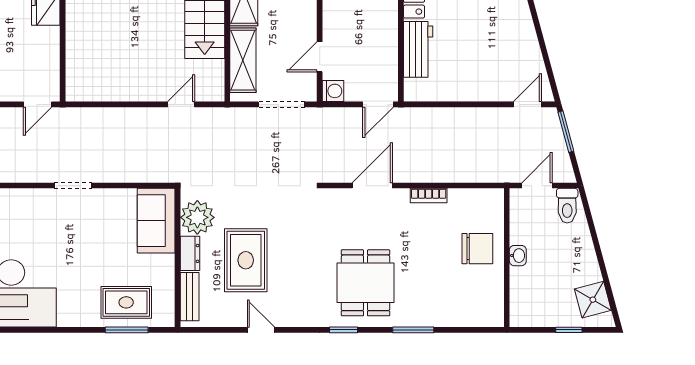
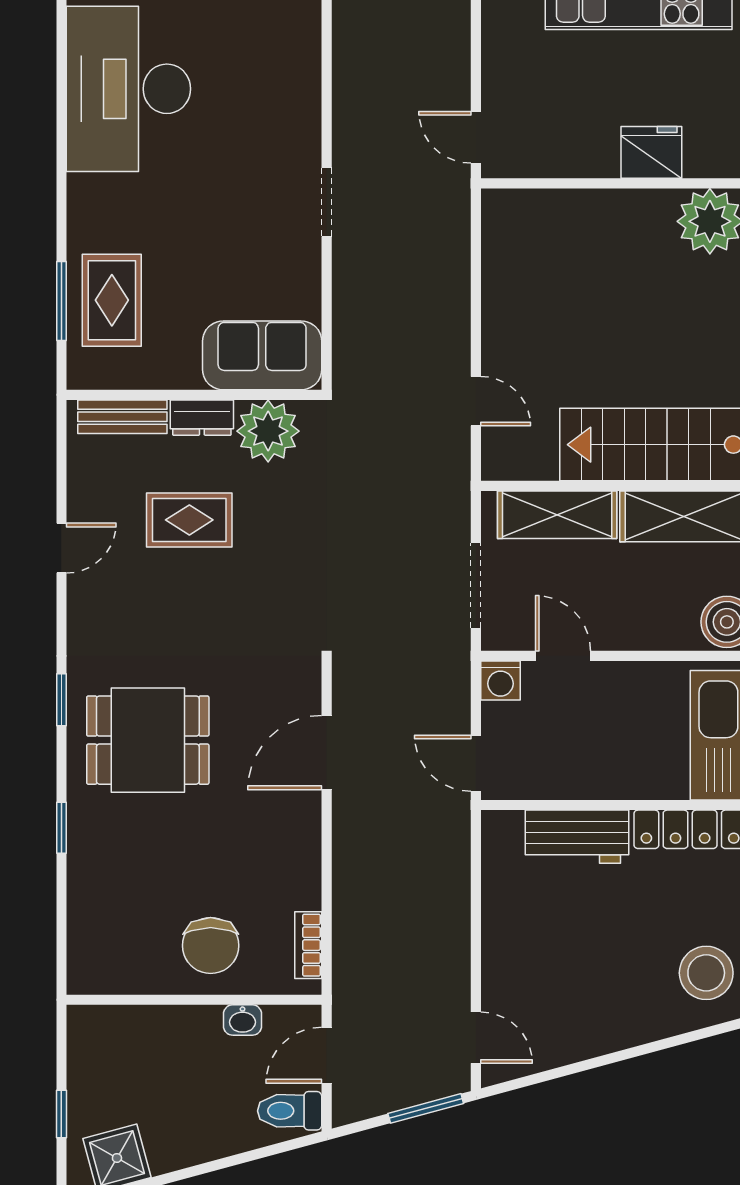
door: (372, 186) -> (327, 753), swing flipped
door: (537, 186) -> (327, 1055), swing flipped
bookcase: (429, 196) -> (308, 945), moved
washbasin: (518, 256) -> (243, 1020), moved
rug: (246, 260) -> (189, 520), width x0.73, depth x0.70
window: (413, 330) -> (61, 828), width x0.67

